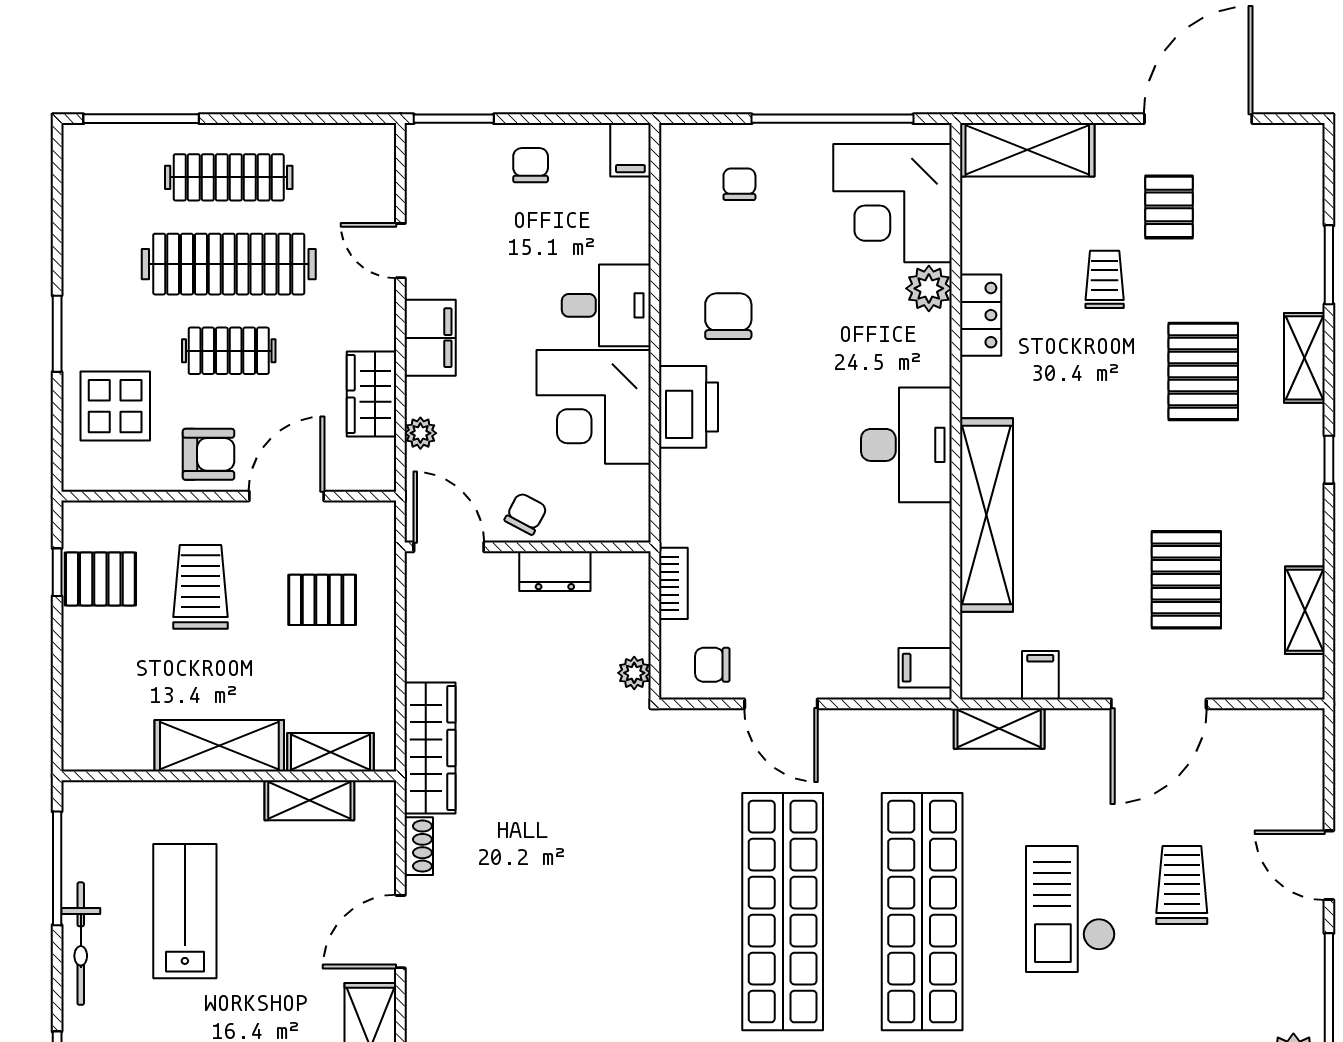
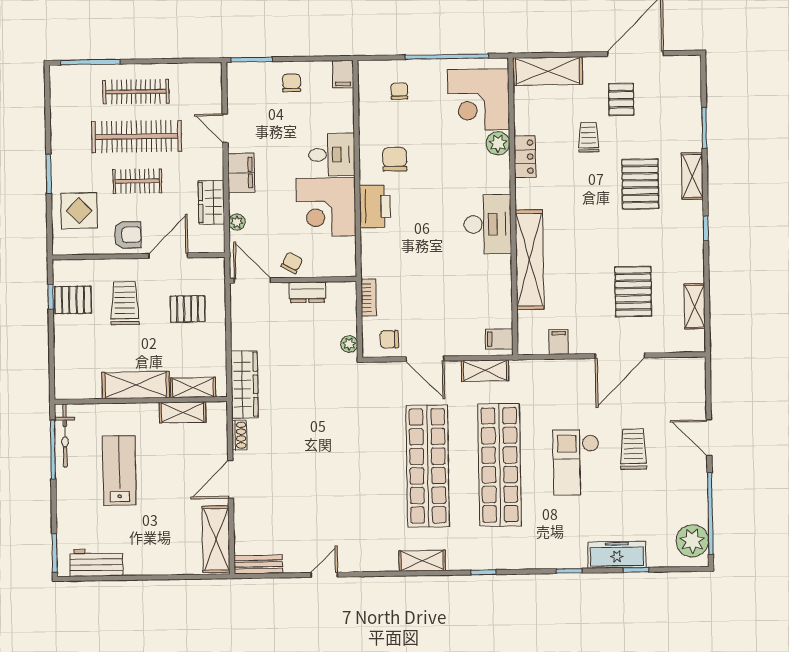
shelving: (999, 728) -> (485, 371), moved
bicycle: (81, 944) -> (65, 435), moved

